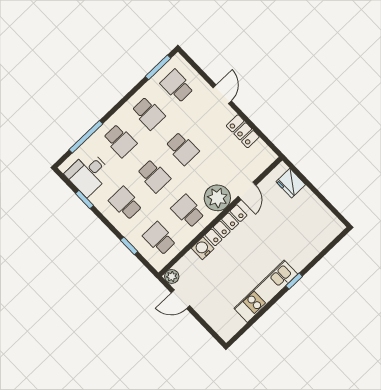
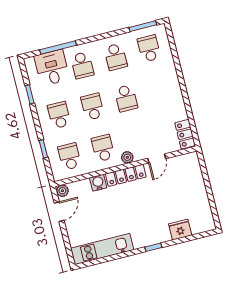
door: (222, 94) -> (180, 74), removed
locker: (243, 131) -> (185, 134), moved
desk: (88, 173) -> (52, 68), moved, turned 90
school desk: (154, 176) -> (93, 107), turned 180
fridge: (291, 183) -> (180, 230), moved, turned 90
plant: (217, 198) -> (127, 157), width x0.53, depth x0.53
kitchen unit: (266, 291) -> (102, 249), moved
door: (180, 299) -> (59, 212), swing flipped

